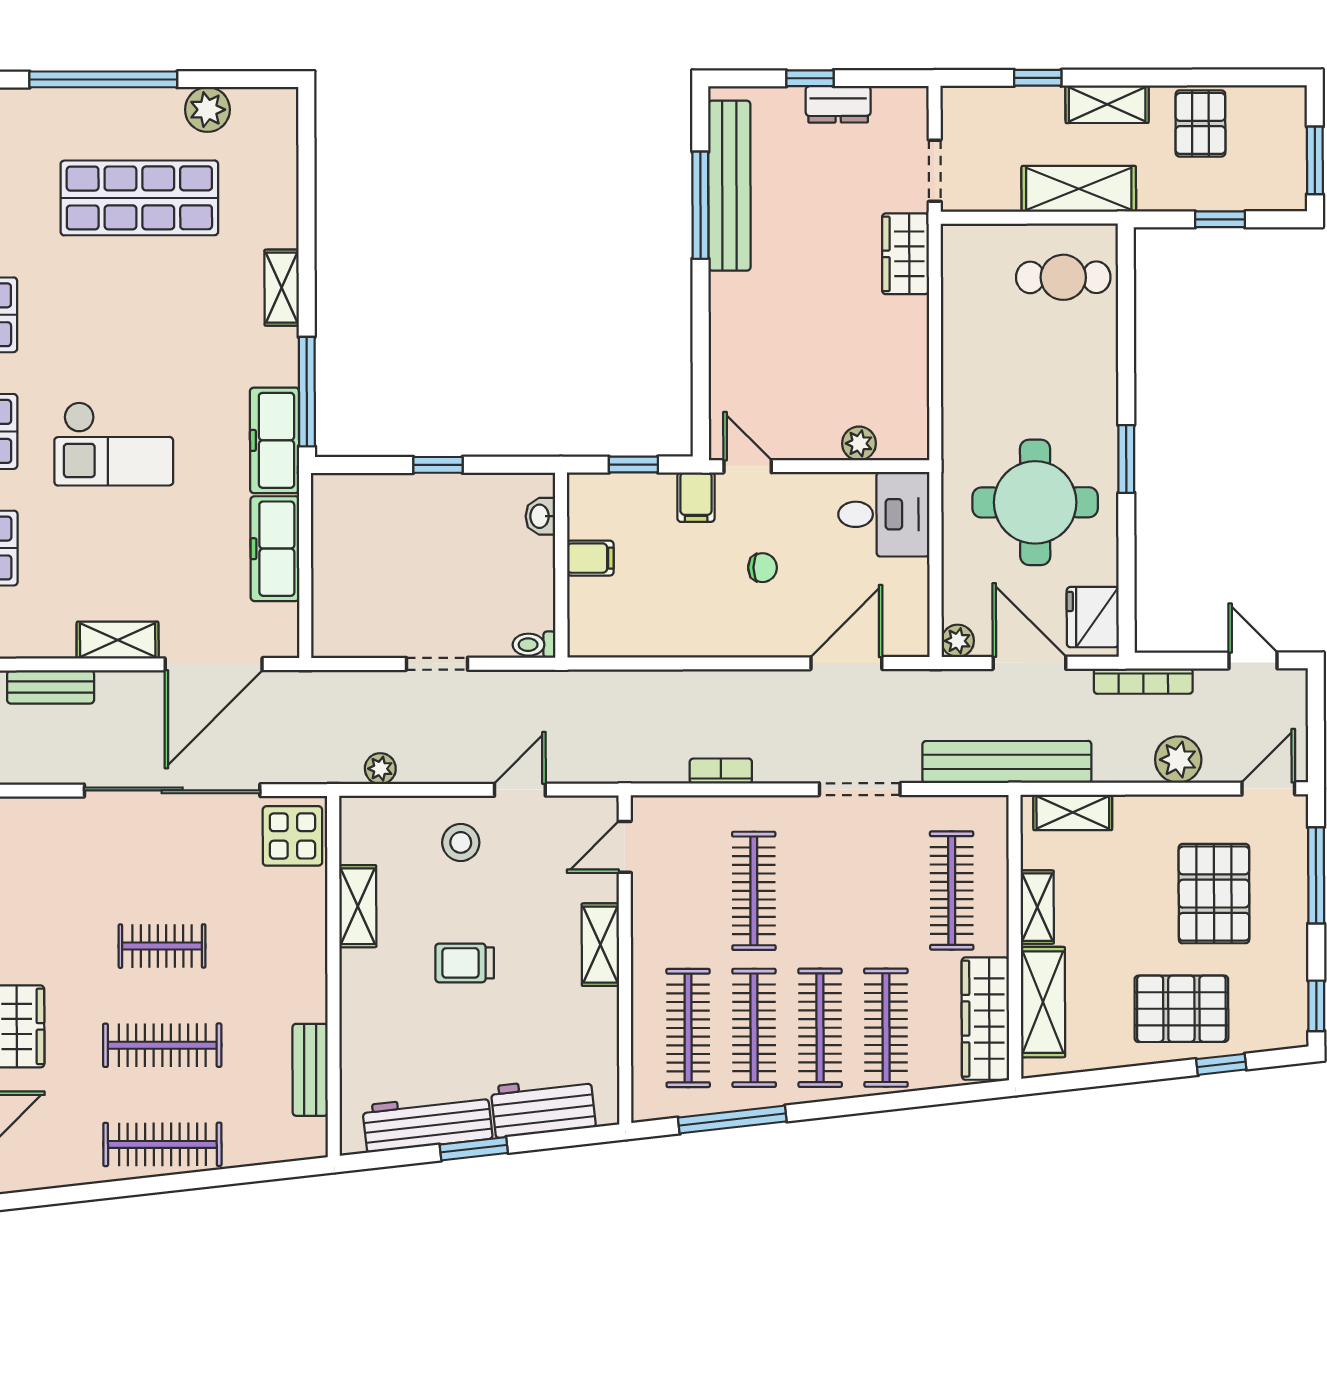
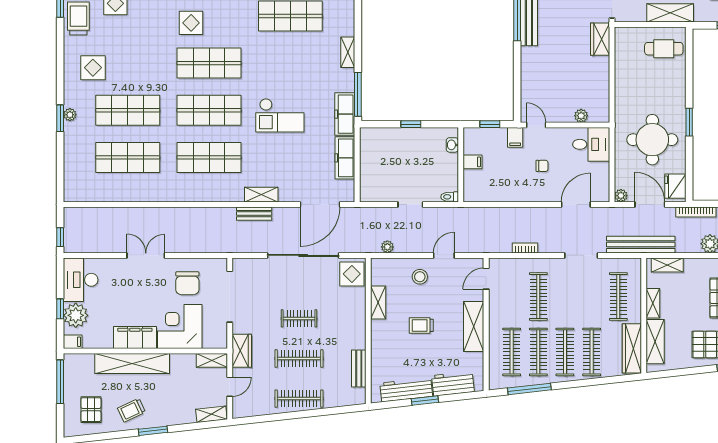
shelving: (118, 640) -> (261, 195), moved
shelving: (600, 945) -> (474, 327), width x1.50, depth x1.33

